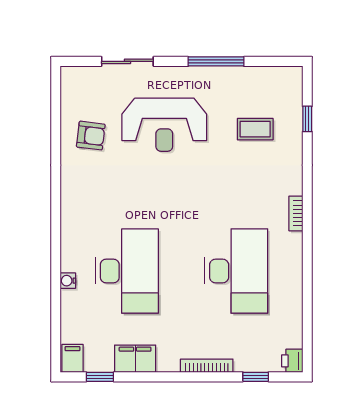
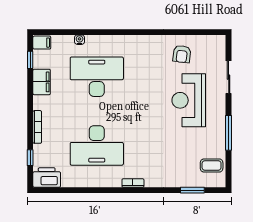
window: (307, 119) -> (192, 190), width x1.50
coffee table: (255, 129) -> (212, 165), moved, turned 90
desk: (127, 271) -> (97, 77), turned 180
water cooler: (68, 281) -> (80, 40), moved
printer: (292, 361) -> (47, 178), width x1.87, depth x1.48

